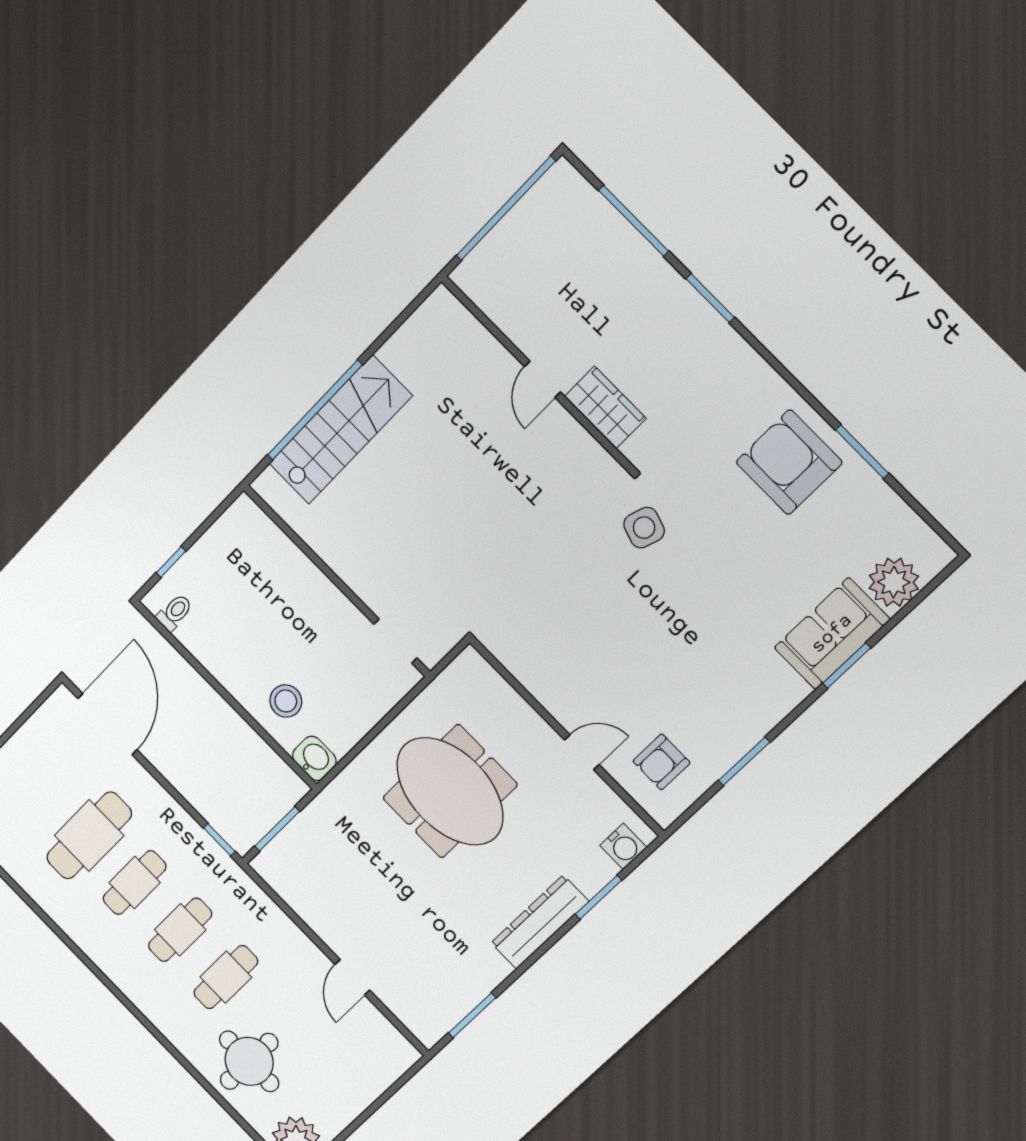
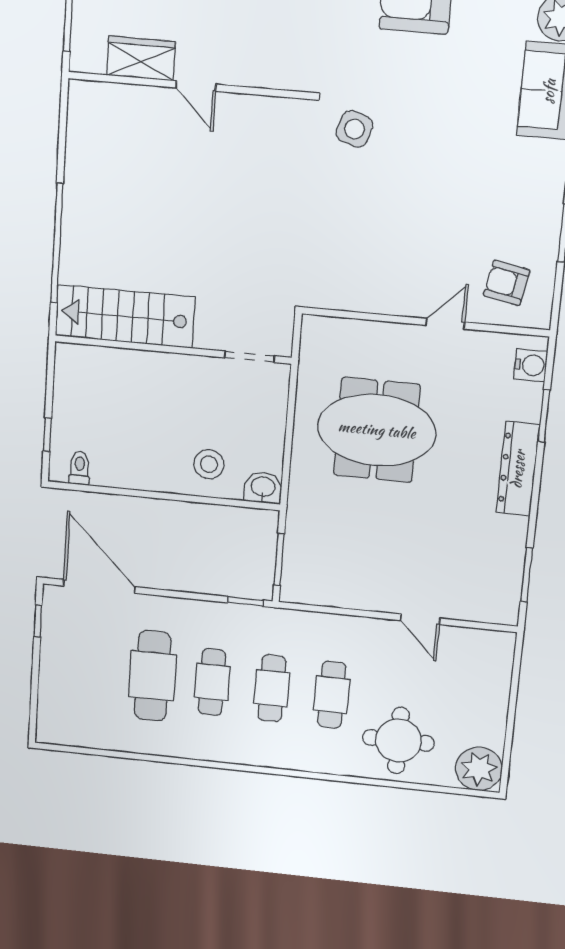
wardrobe: (605, 407) -> (141, 58), moved
stairs: (340, 430) -> (125, 316), moved, turned -90
window: (31, 709) -> (38, 621), added
armchair: (661, 762) -> (507, 283), turned 101

